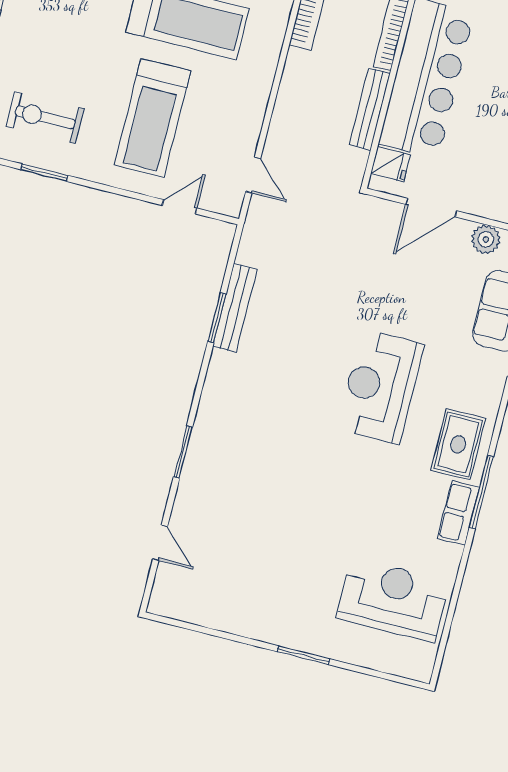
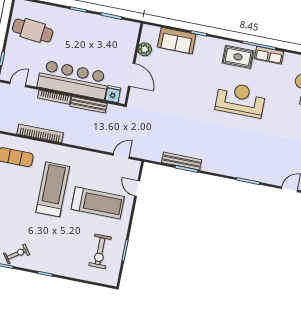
reception desk: (380, 387) -> (240, 100), moved, turned 180

